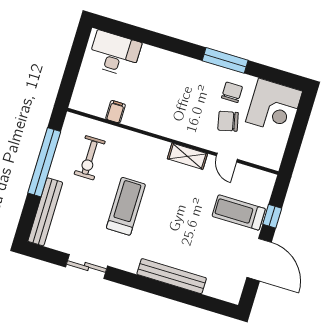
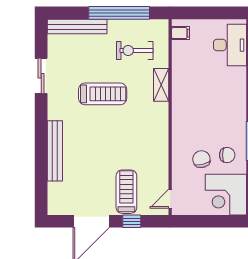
filing cabinet: (116, 112) -> (181, 33), moved
shelving: (187, 156) -> (161, 85), moved
door: (227, 158) -> (170, 199), moved

